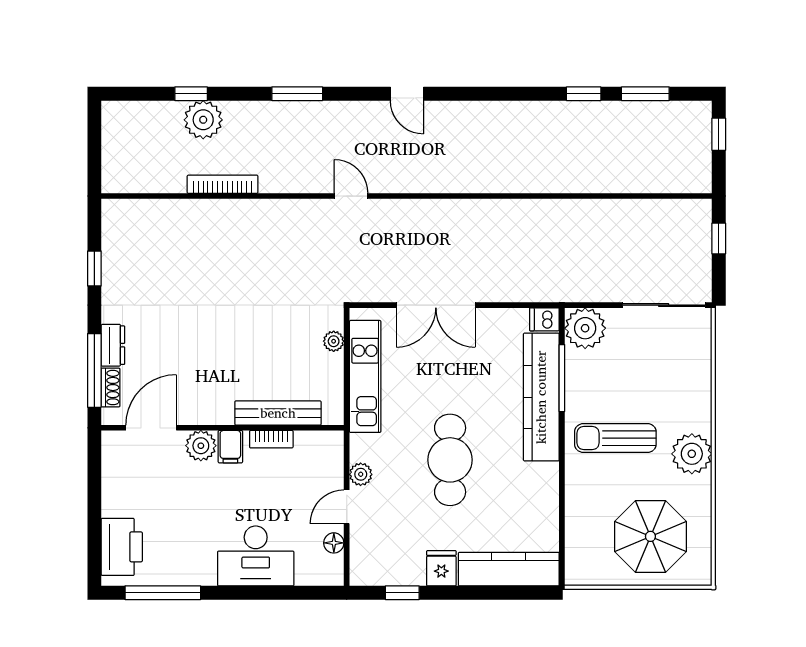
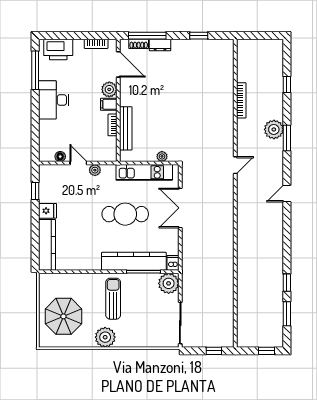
plant: (203, 120) -> (274, 129), moved
cafe table: (450, 460) -> (125, 214), moved
bookcase: (110, 472) -> (96, 44), added
desk: (256, 556) -> (54, 100), moved

